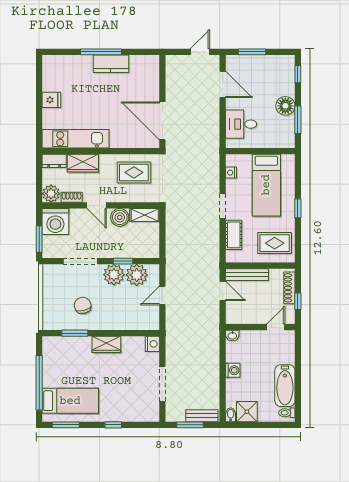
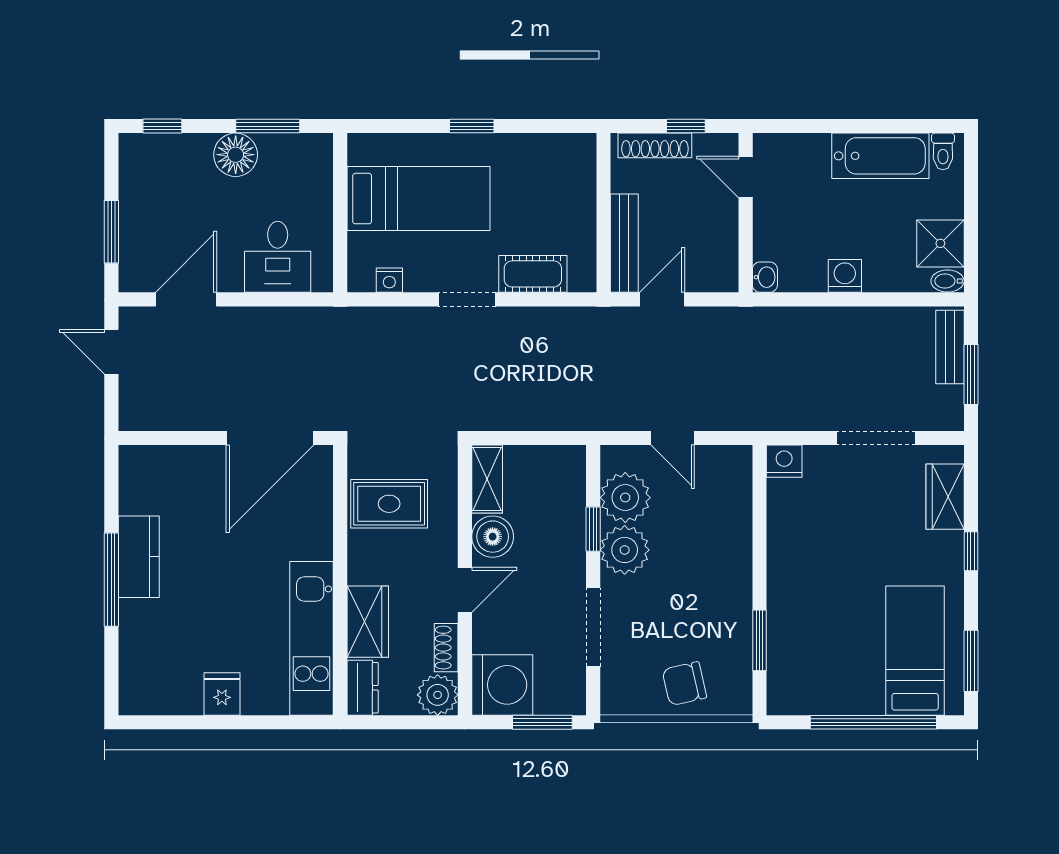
rug: (134, 172) -> (389, 504), turned 90
rug: (275, 243) -> (552, 180), removed
chair: (83, 305) -> (684, 684), moved
wardrobe: (106, 344) -> (945, 497), moved, turned 180

